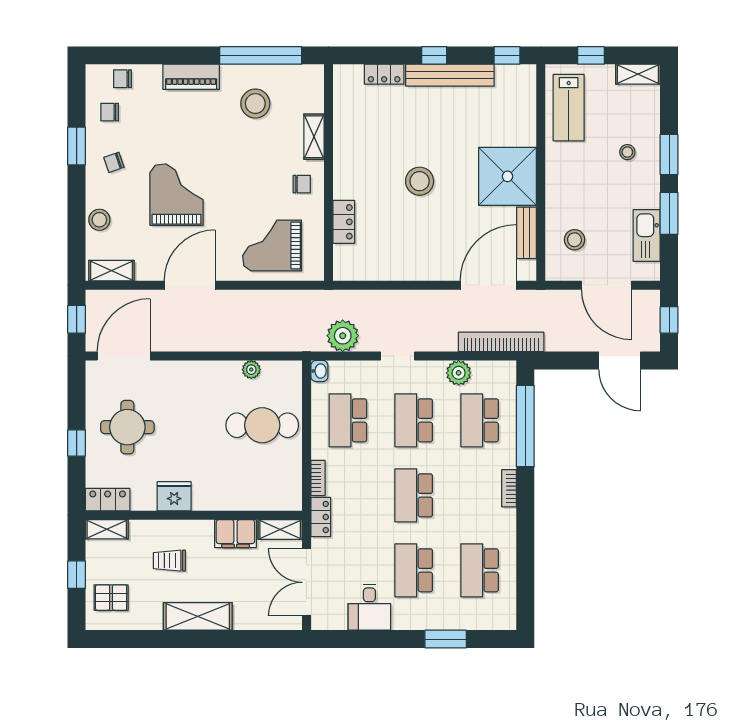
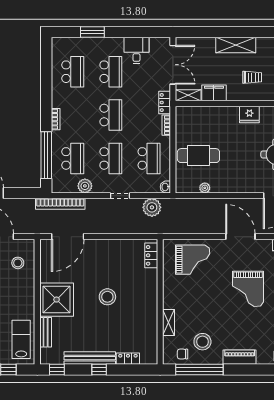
chair: (302, 184) -> (183, 354), moved
locker: (344, 222) -> (151, 255), moved
bench: (527, 233) -> (46, 332), moved
door: (190, 285) -> (240, 237), swing flipped

